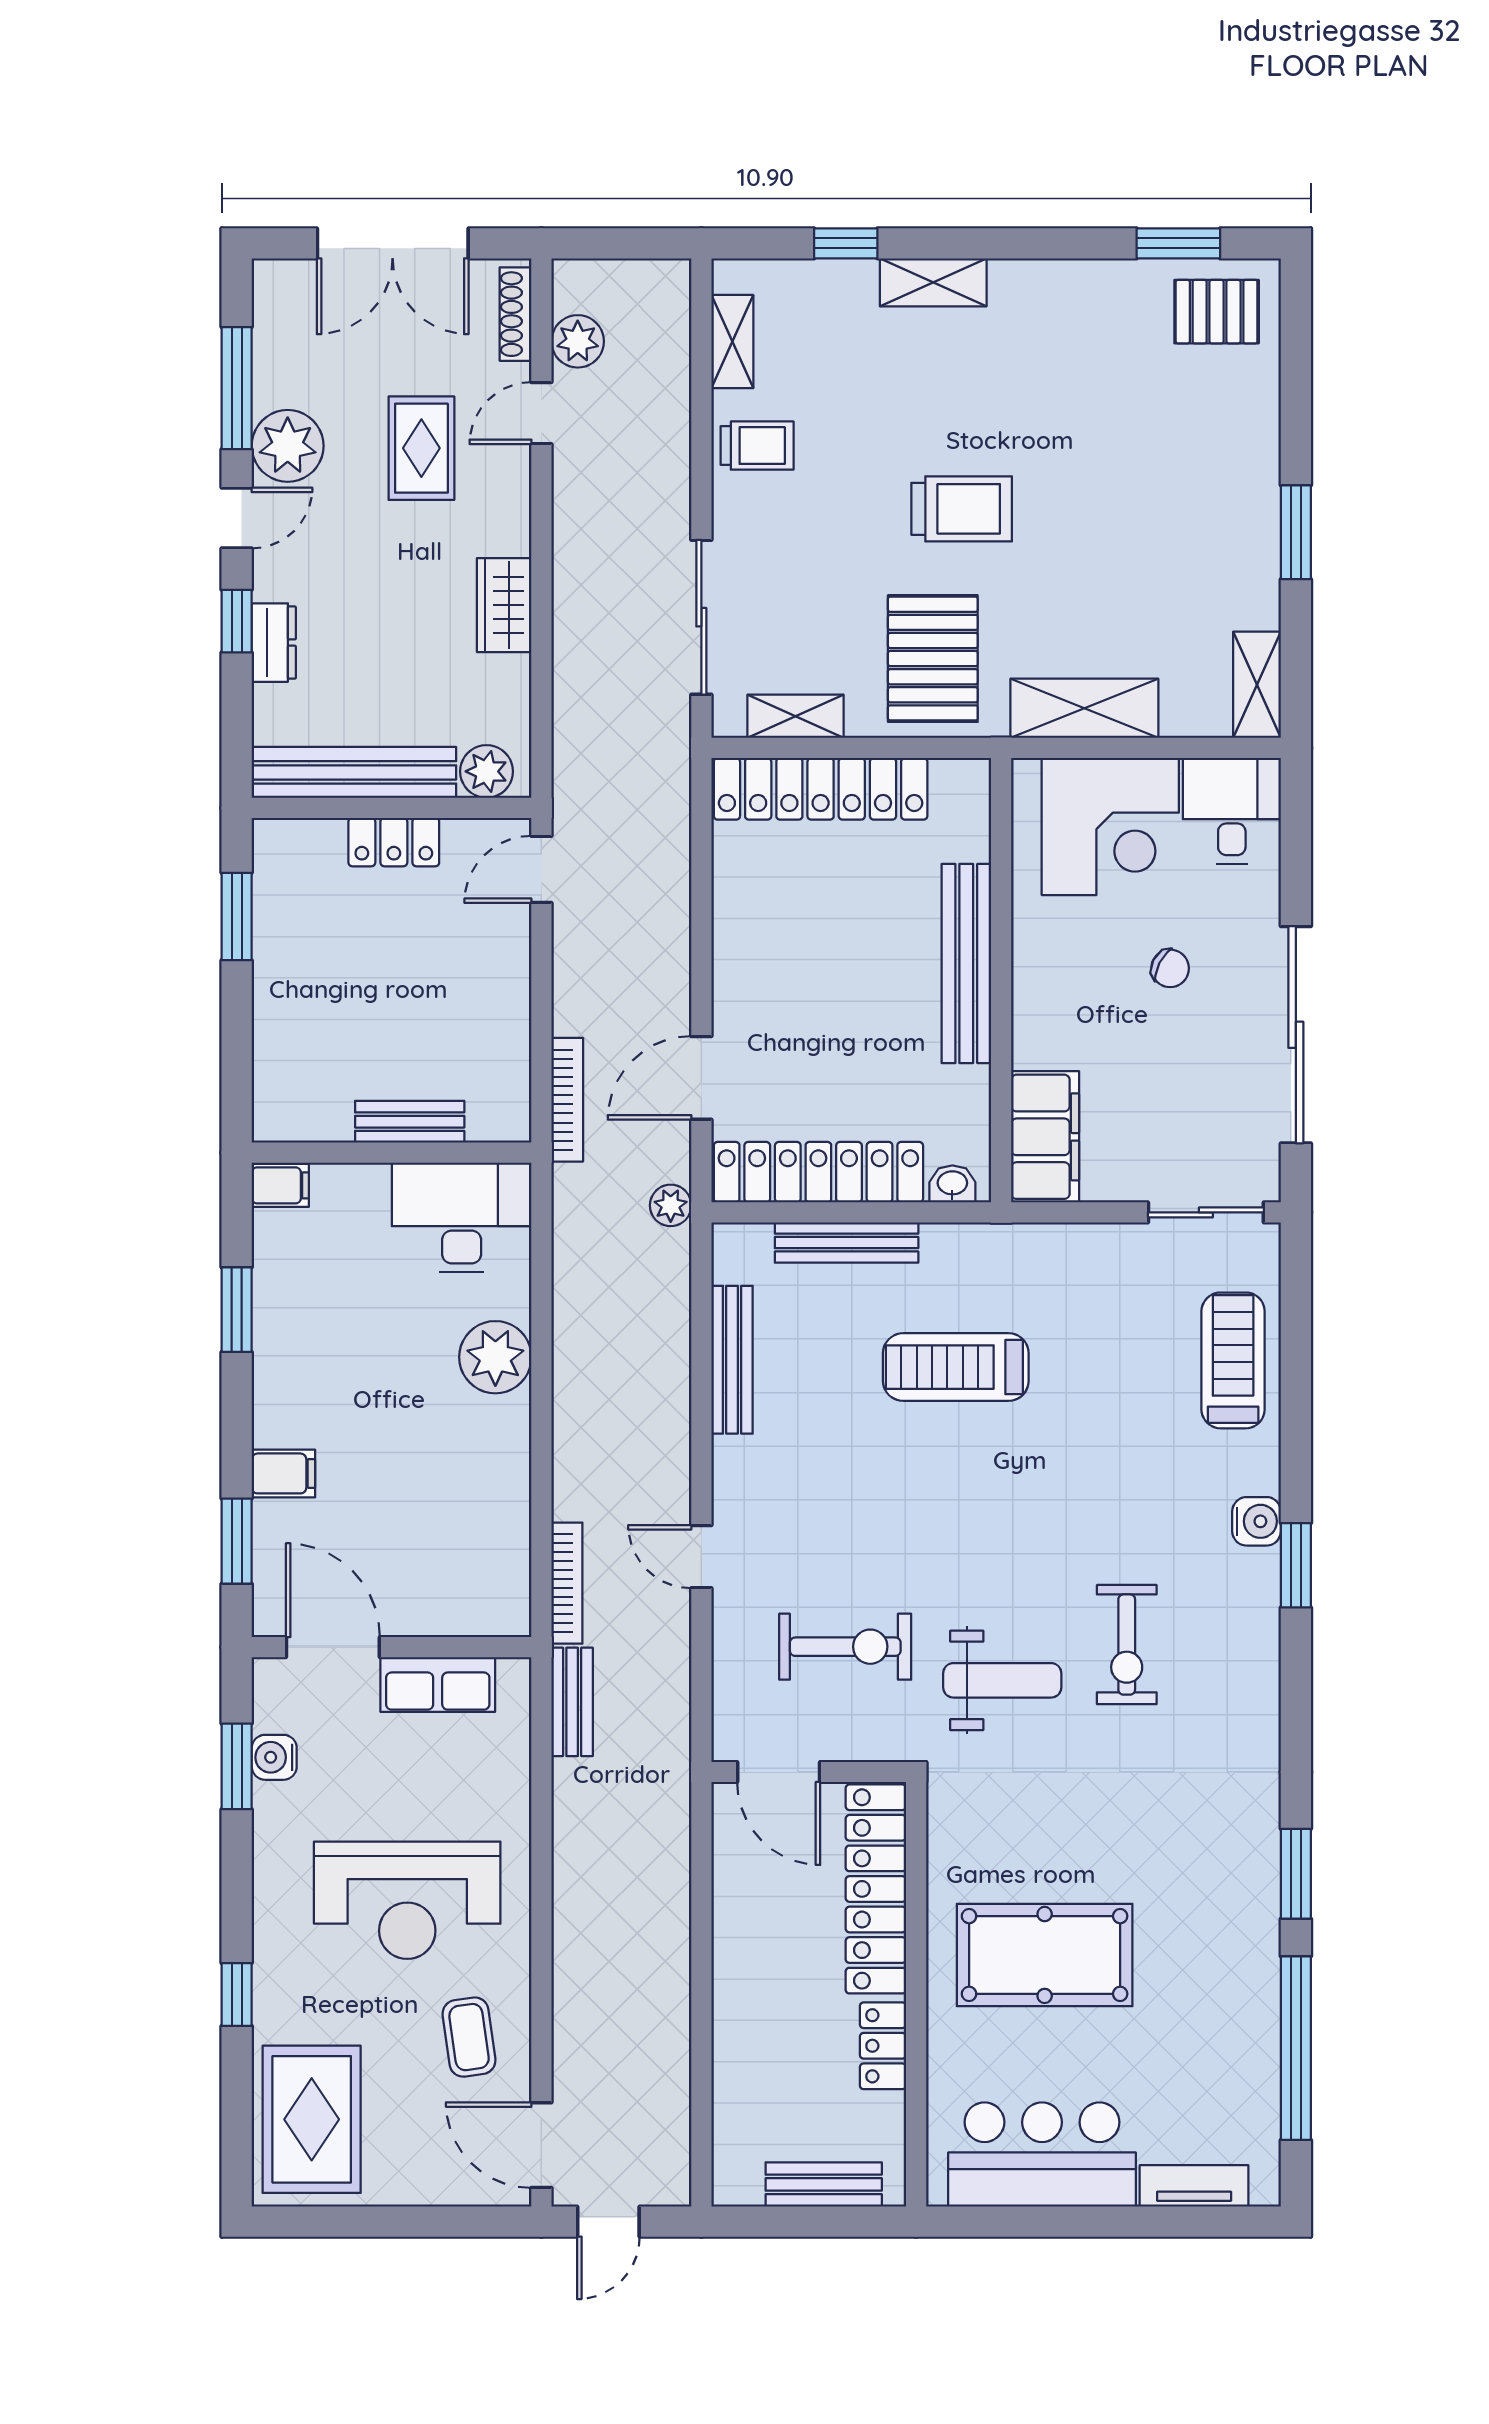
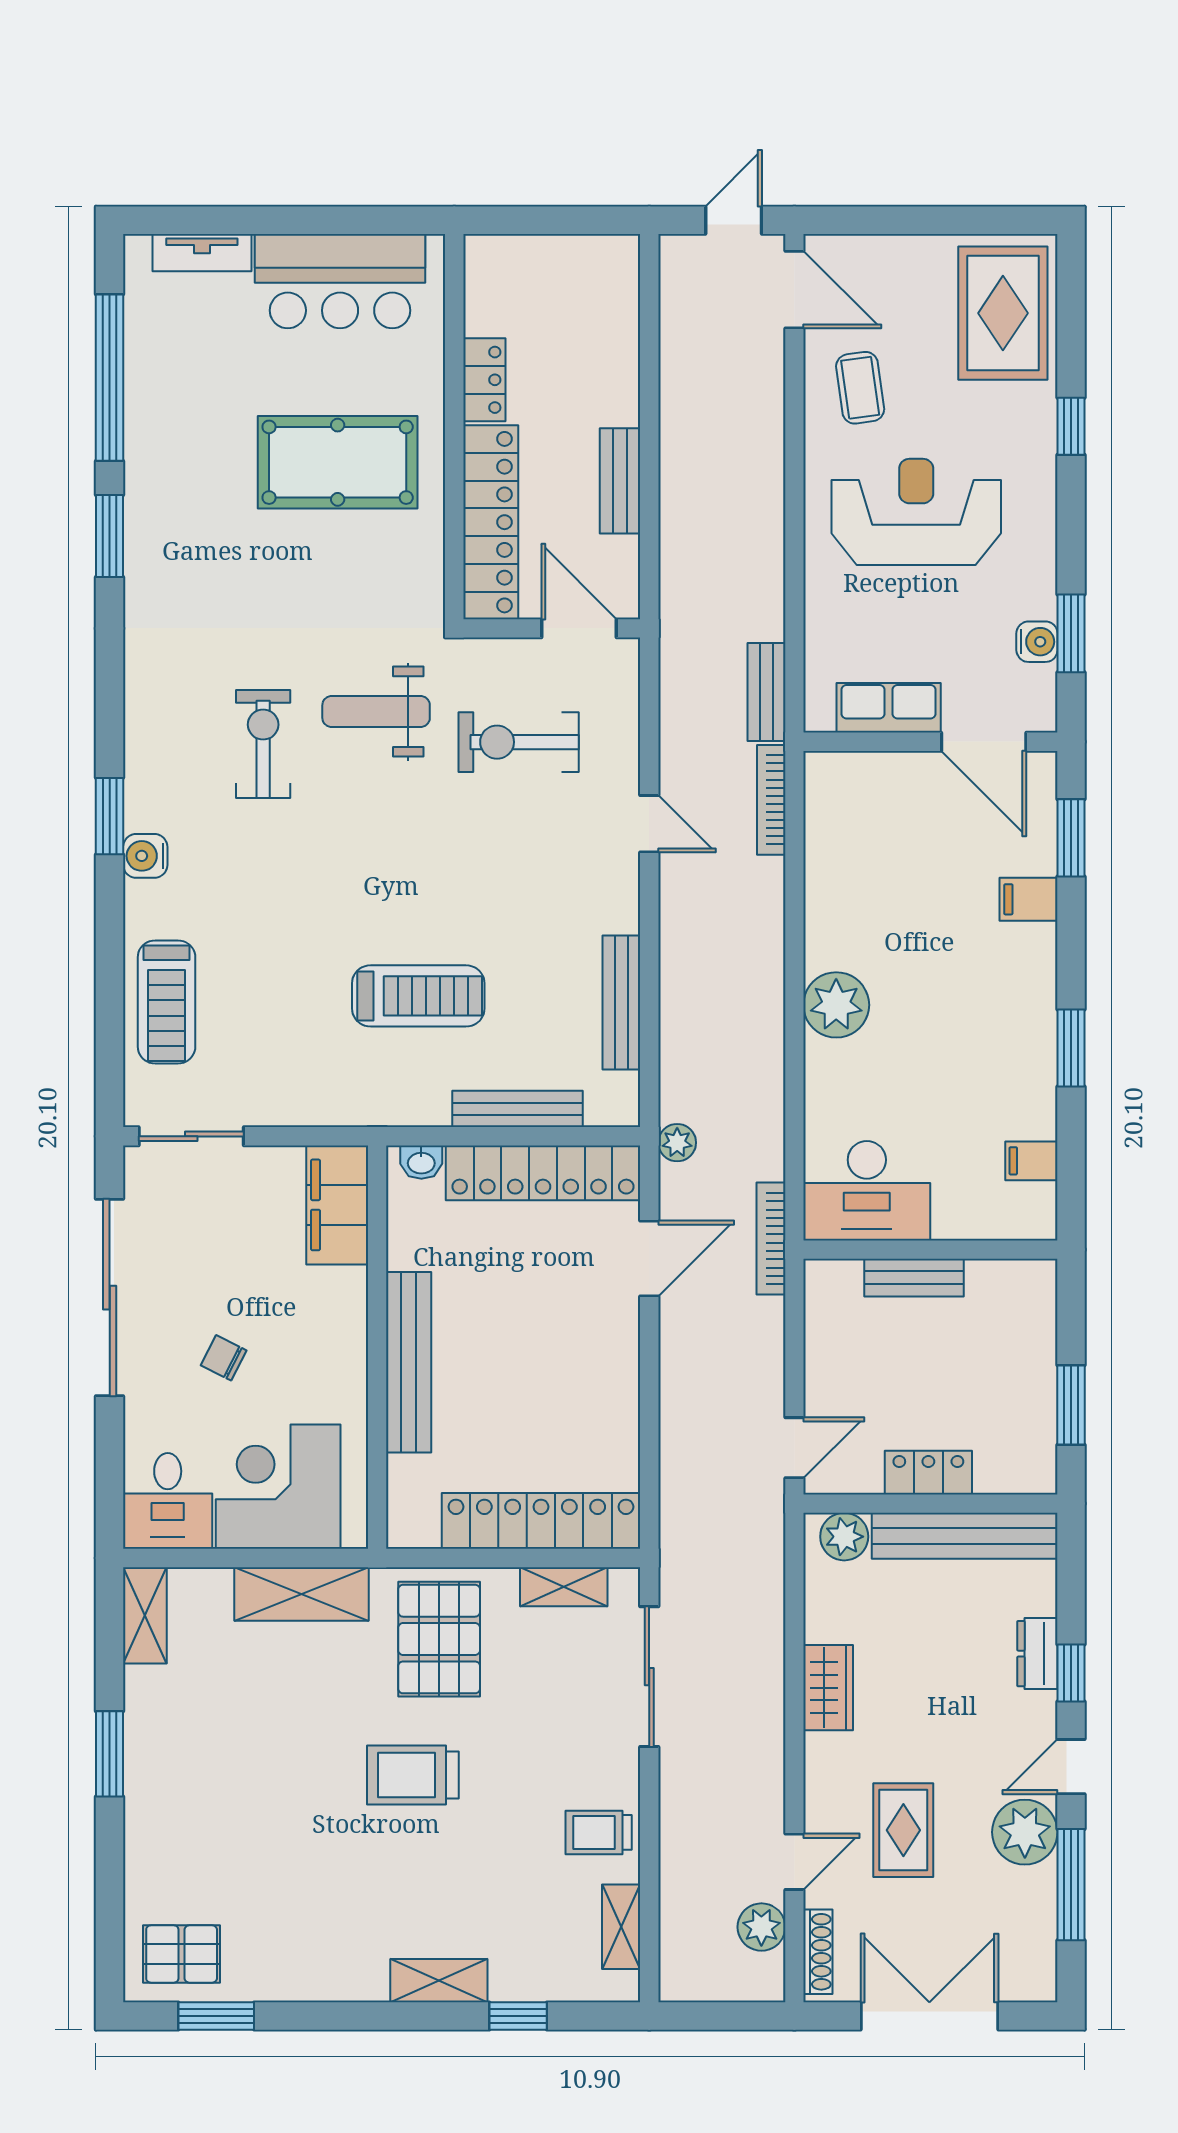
bench: (410, 1122) -> (914, 1278), moved
wall: (392, 1153) -> (930, 1250), moved
desk: (462, 1217) -> (867, 1191), moved
bench: (824, 2184) -> (620, 481), moved, turned 90

